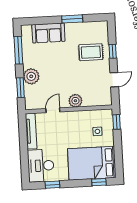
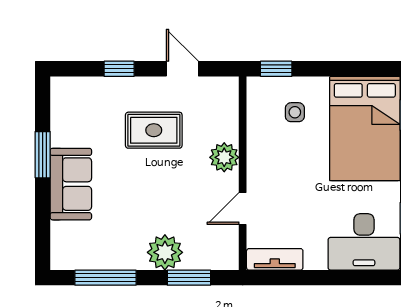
sofa: (48, 33) -> (71, 184), moved
rug: (91, 52) -> (154, 130), moved, turned 90
door: (53, 110) -> (243, 209), hinge flipped
tv unit: (31, 131) -> (275, 259), width x0.71

